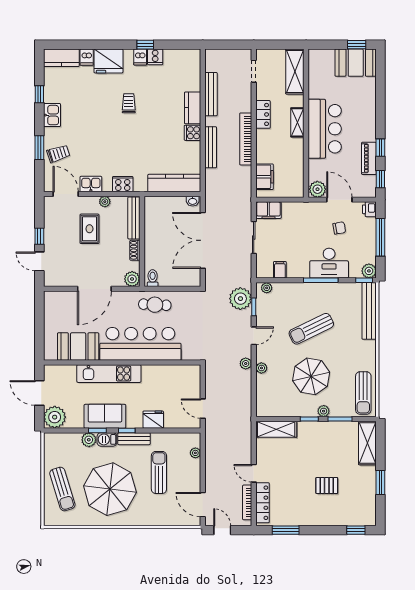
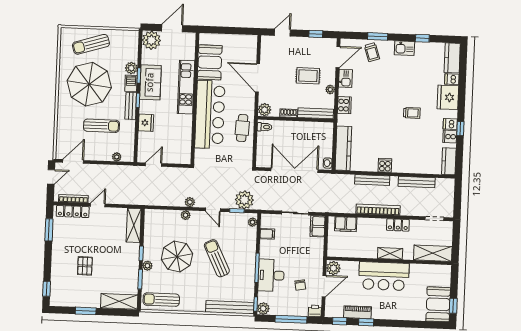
kitchen counter: (193, 108) -> (449, 161), moved, turned -90
window: (39, 236) -> (316, 34), moved

